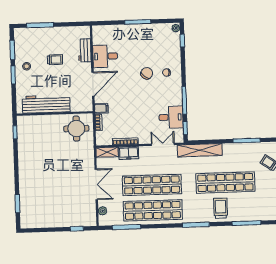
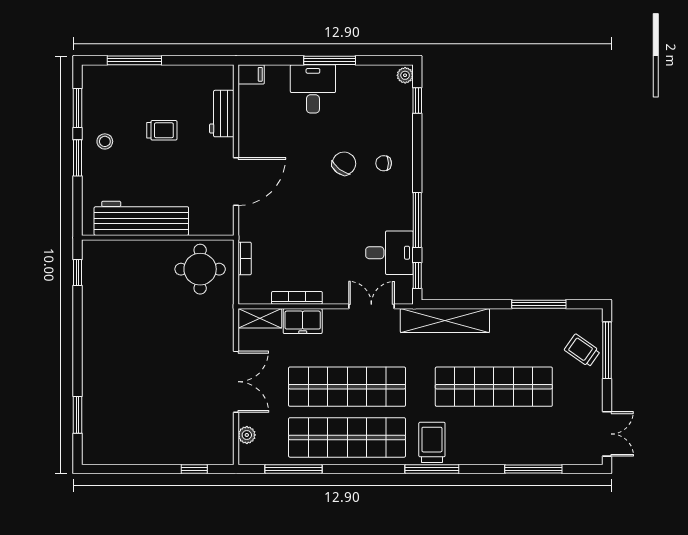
desk: (105, 56) -> (313, 89), moved, turned 90
filing cabinet: (101, 108) -> (251, 74), moved
trolley: (221, 208) -> (432, 442), moved

